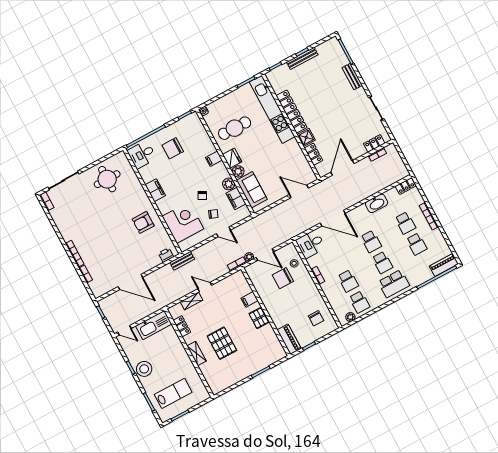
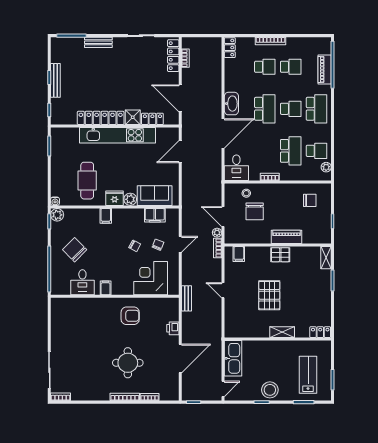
kitchen unit: (272, 109) -> (117, 135), moved
locker: (374, 143) -> (173, 56), width x1.53
chair: (173, 148) -> (75, 250), turned 135
desk: (142, 155) -> (82, 282), moved
round table: (107, 179) -> (128, 363), moved
plant: (229, 184) -> (57, 215), moved
filing cabinet: (155, 190) -> (106, 288), width x0.50
washbasin: (377, 203) -> (231, 104), moved
armchair: (143, 222) -> (130, 316), turned -90
school desk: (371, 241) -> (265, 109), width x1.85
printer: (166, 255) -> (173, 328), moved
door: (265, 255) -> (223, 217), swing flipped
piano: (444, 265) -> (325, 70), moved
school desk: (348, 281) -> (291, 151), width x1.85
door: (205, 287) -> (223, 290), hinge flipped
filing cabinet: (250, 299) -> (239, 254), moved
shelving: (191, 301) -> (326, 258), moved
locker: (182, 326) -> (320, 332), moved
piano: (289, 339) -> (287, 237), moved
pallet: (222, 343) -> (269, 295), moved, turned 90

